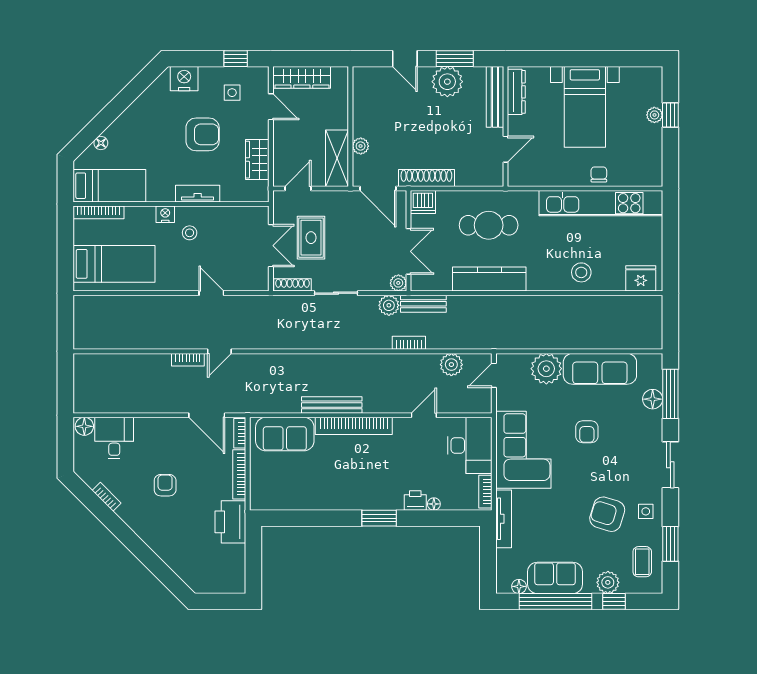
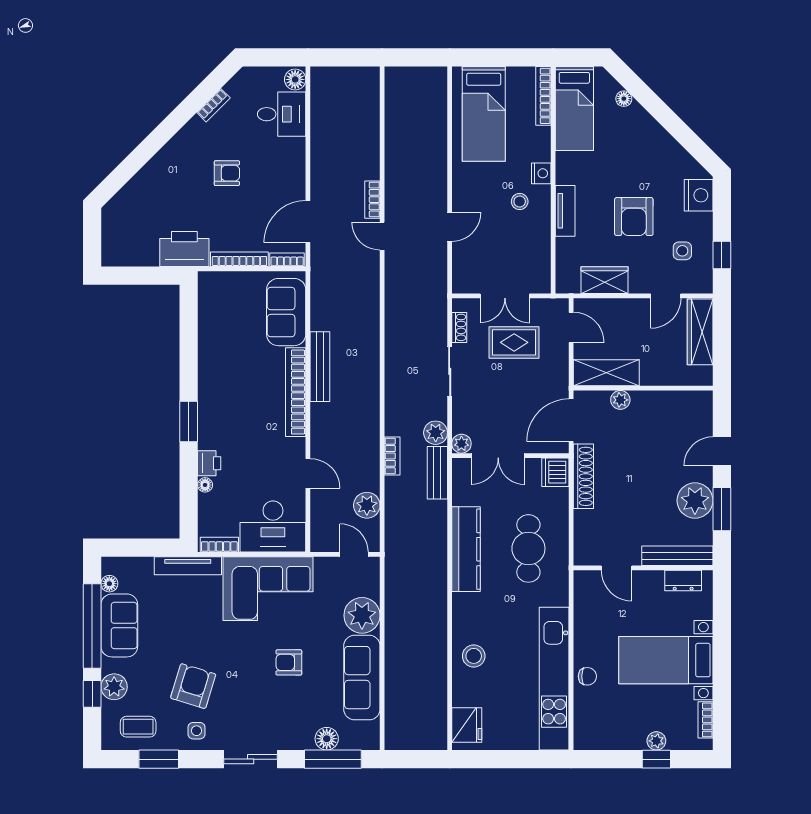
bookcase: (636, 73) -> (705, 720), added
dresser: (516, 92) -> (683, 581), width x0.70
shoe rack: (292, 285) -> (459, 327), width x0.70

